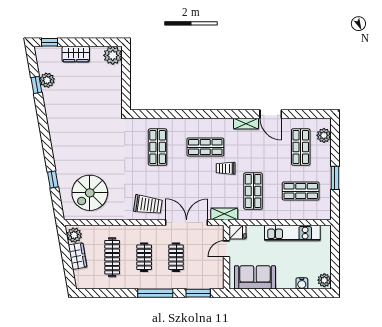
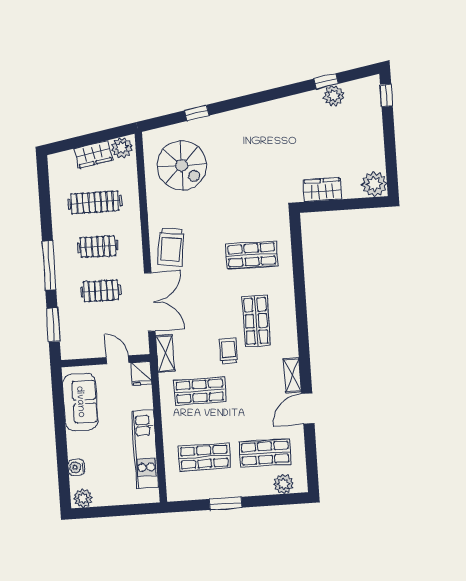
wardrobe: (76, 54) -> (322, 190), moved, turned 90
shop shelf: (301, 191) -> (204, 457), turned 90
spiral stairs: (90, 193) -> (182, 165), turned 180

